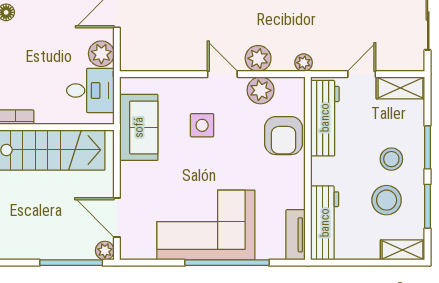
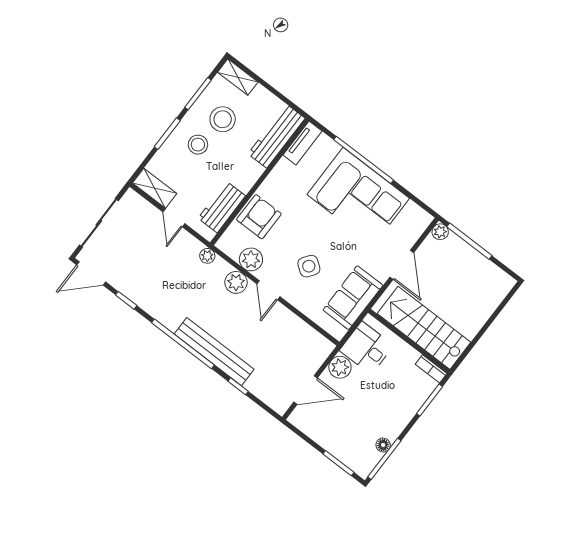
door: (362, 74) -> (174, 218), hinge flipped
workbench: (325, 118) -> (222, 207), width x0.73
side table: (202, 125) -> (309, 266), turned 36
door: (117, 218) -> (402, 265), moved

